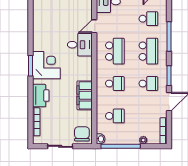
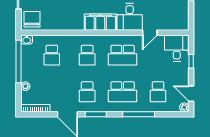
door: (94, 26) -> (150, 33), swing flipped
filing cabinet: (85, 95) -> (100, 22), moved
chair: (82, 134) -> (32, 19), turned -90

